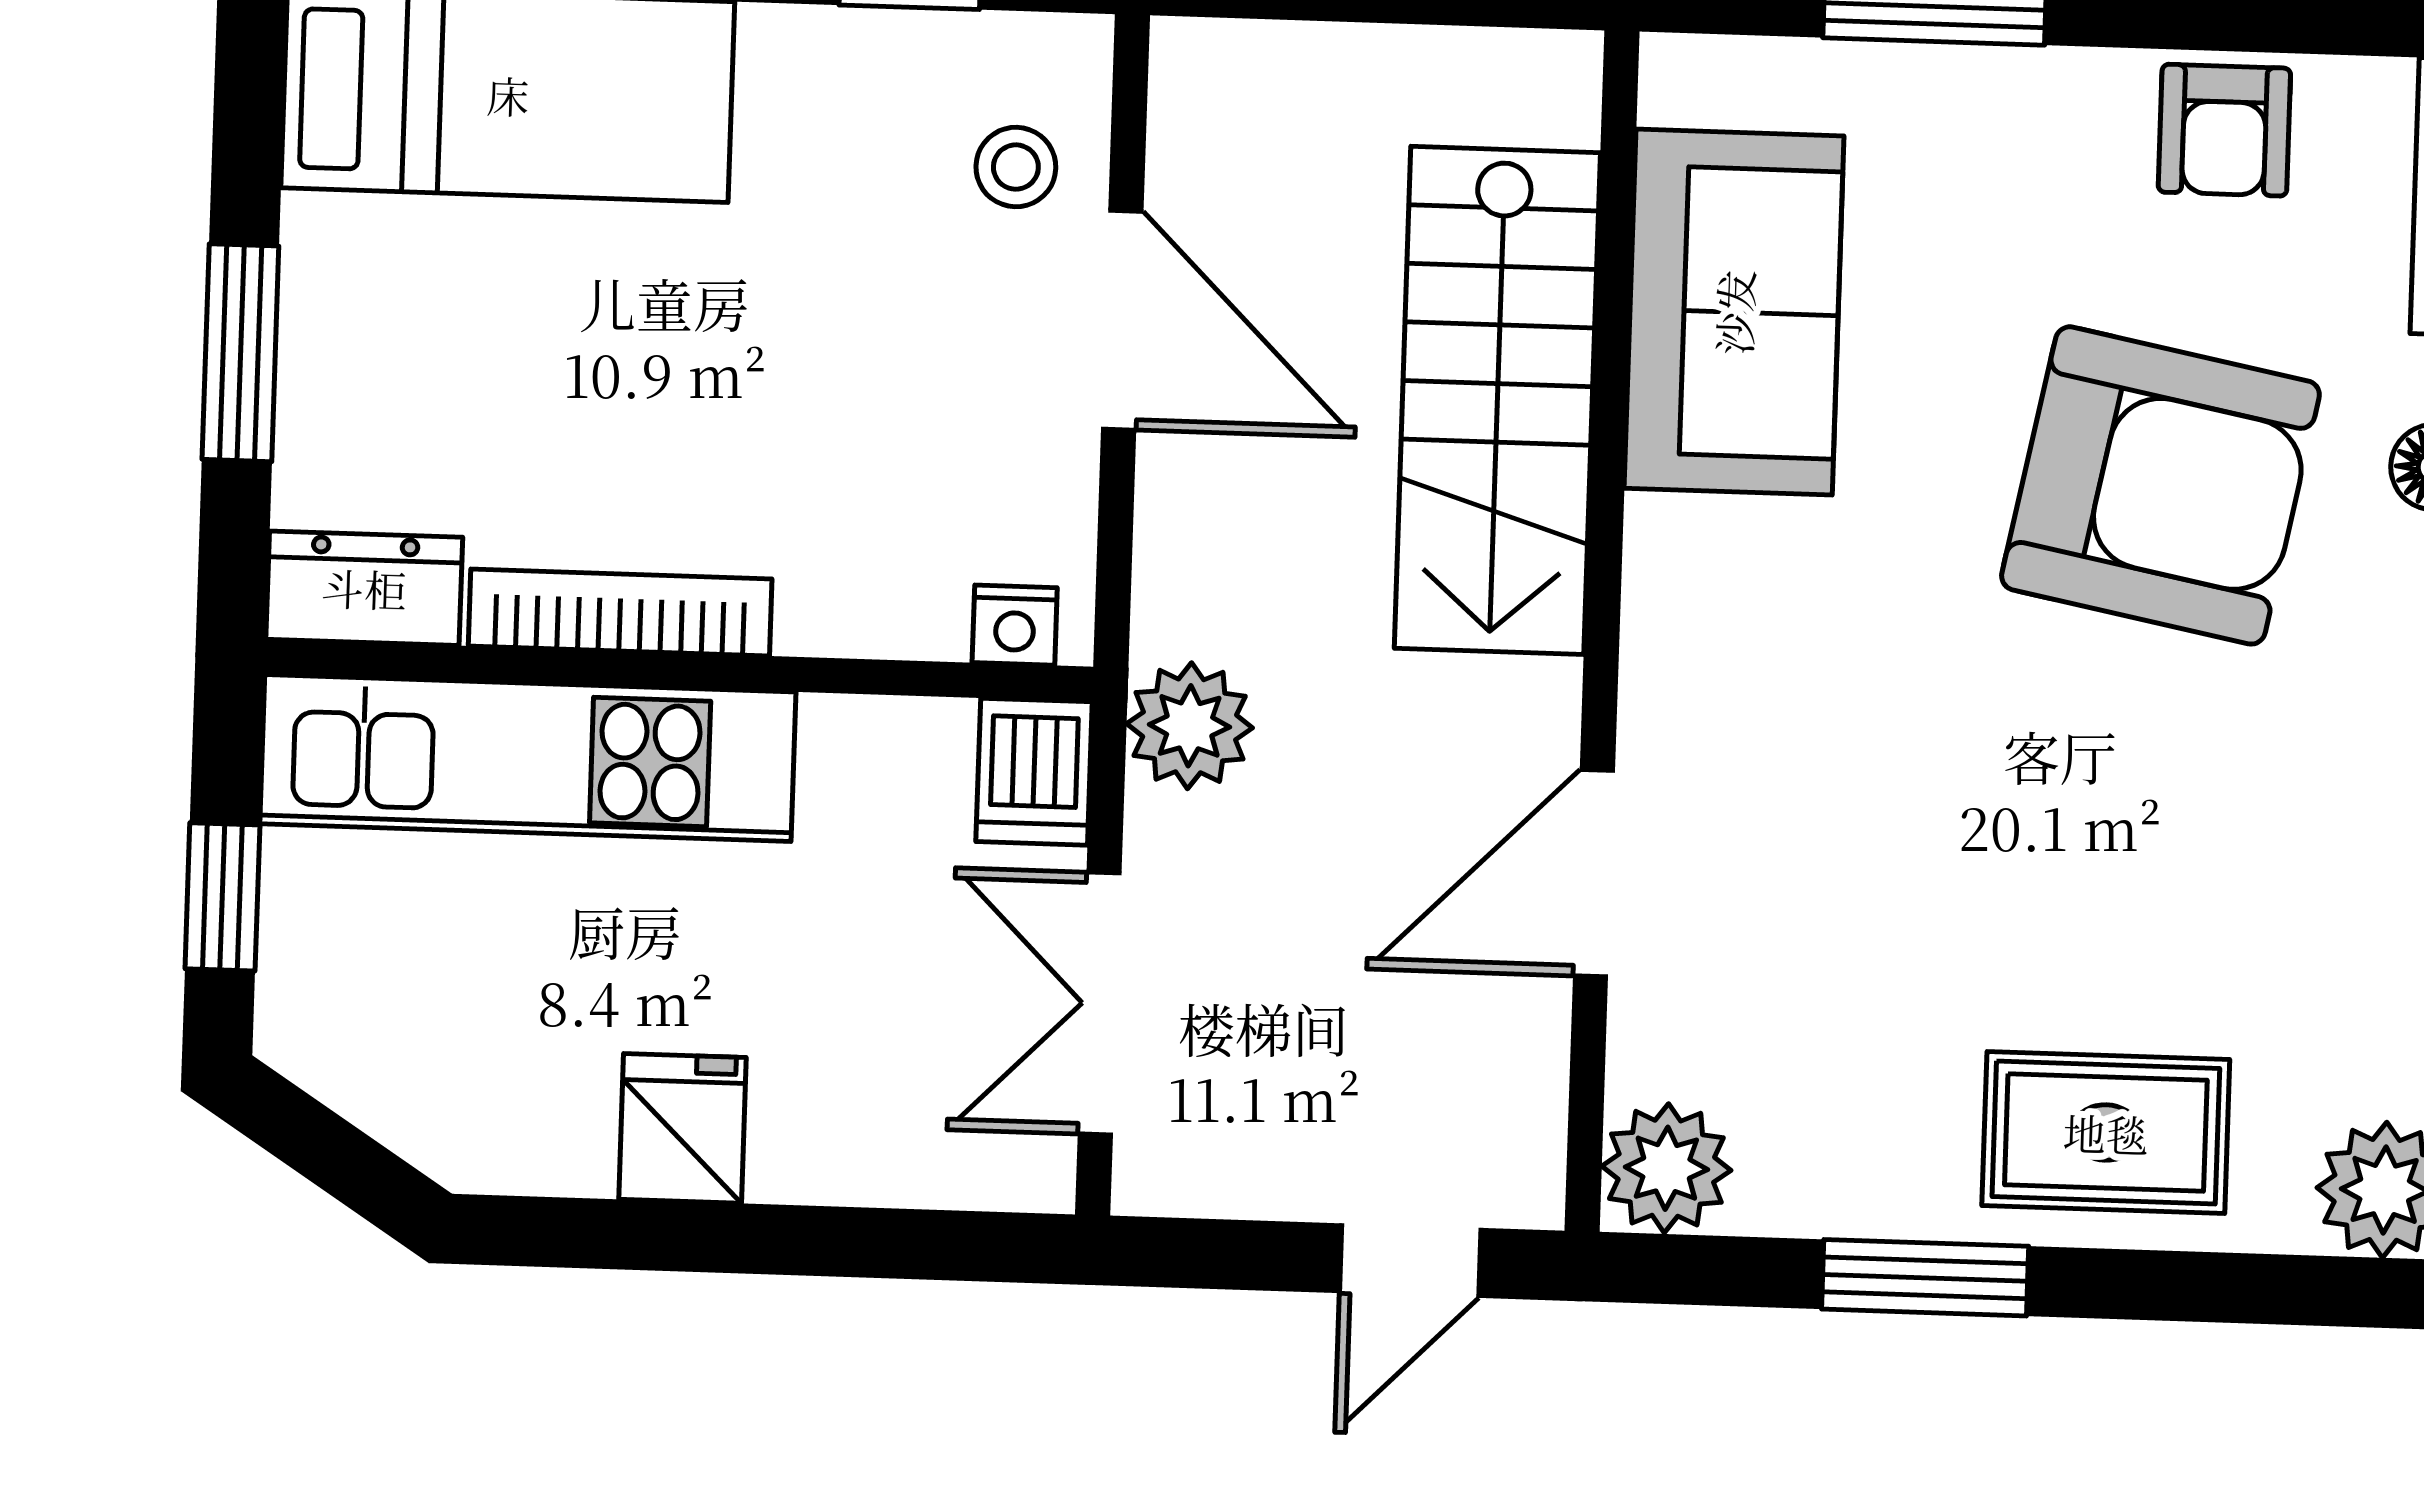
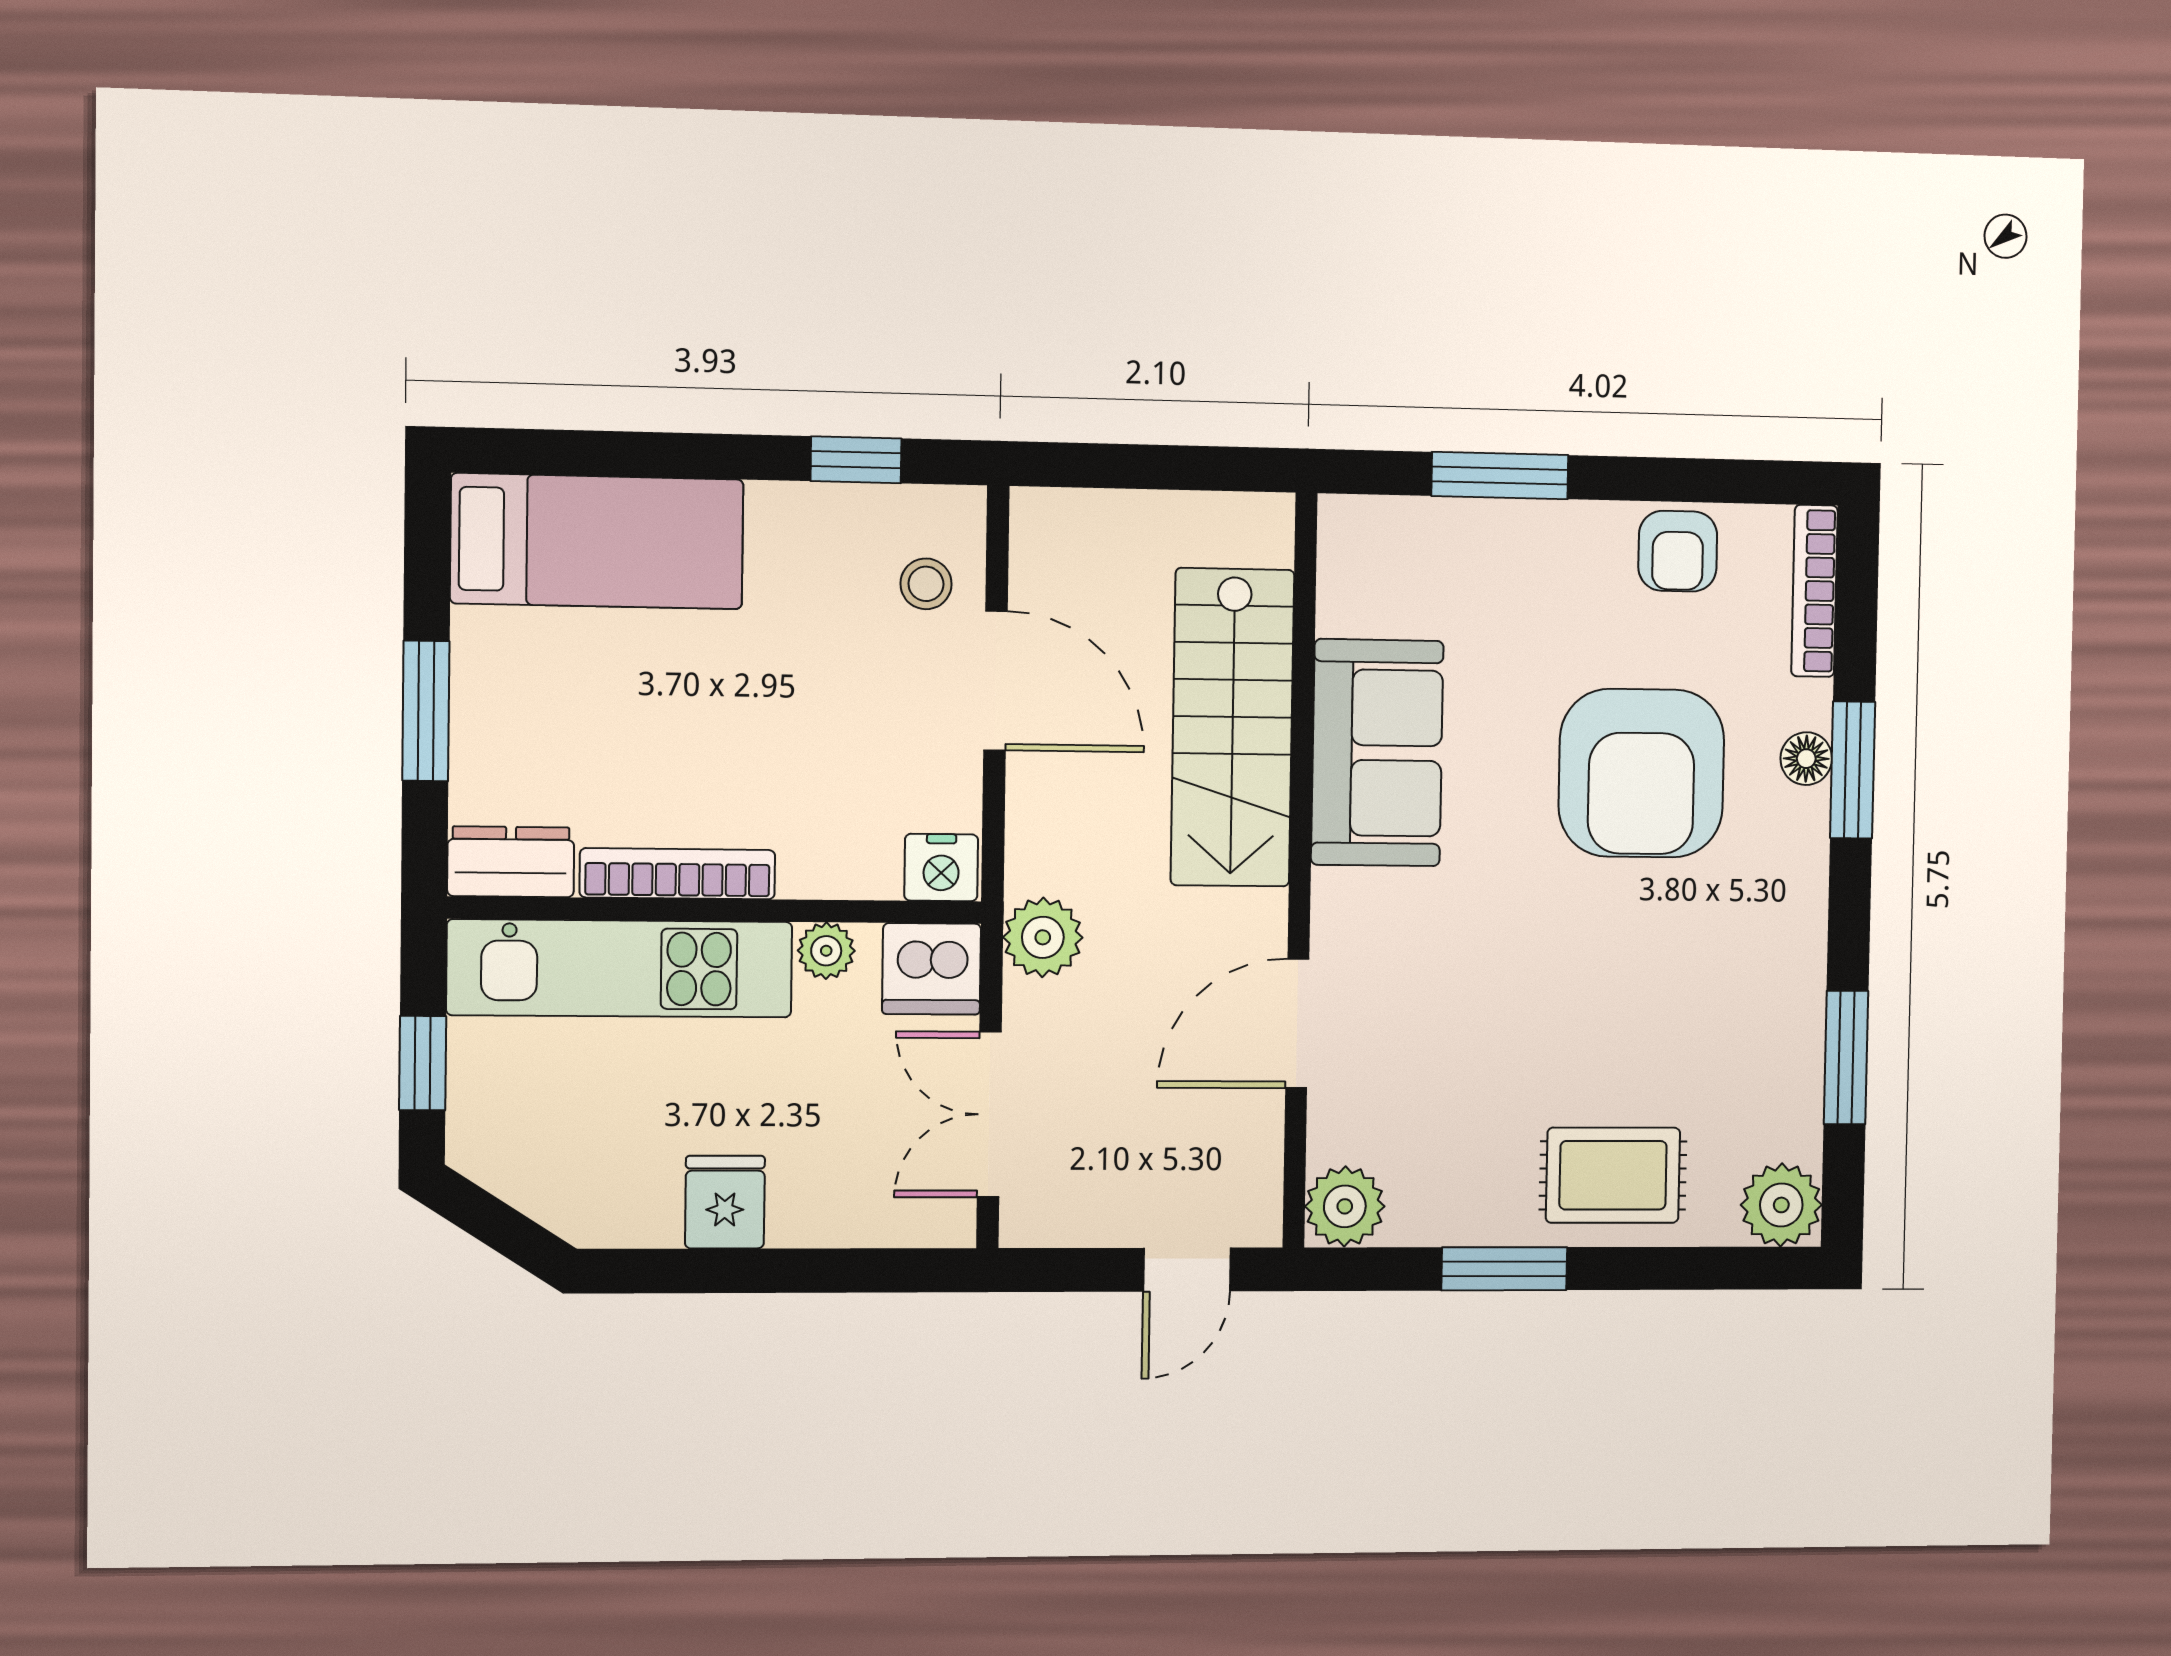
sofa: (1734, 312) -> (1377, 753), moved
armchair: (2160, 485) -> (1641, 773), turned 79
nightstand: (1015, 625) -> (941, 868), width x1.39, depth x1.35
plant: (848, 738) -> (826, 951), added
dishwasher: (1034, 772) -> (932, 969), width x1.38

